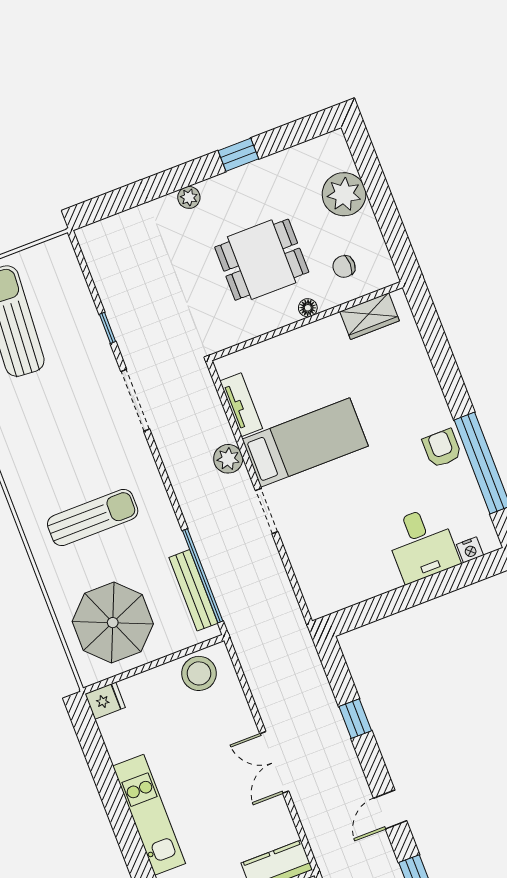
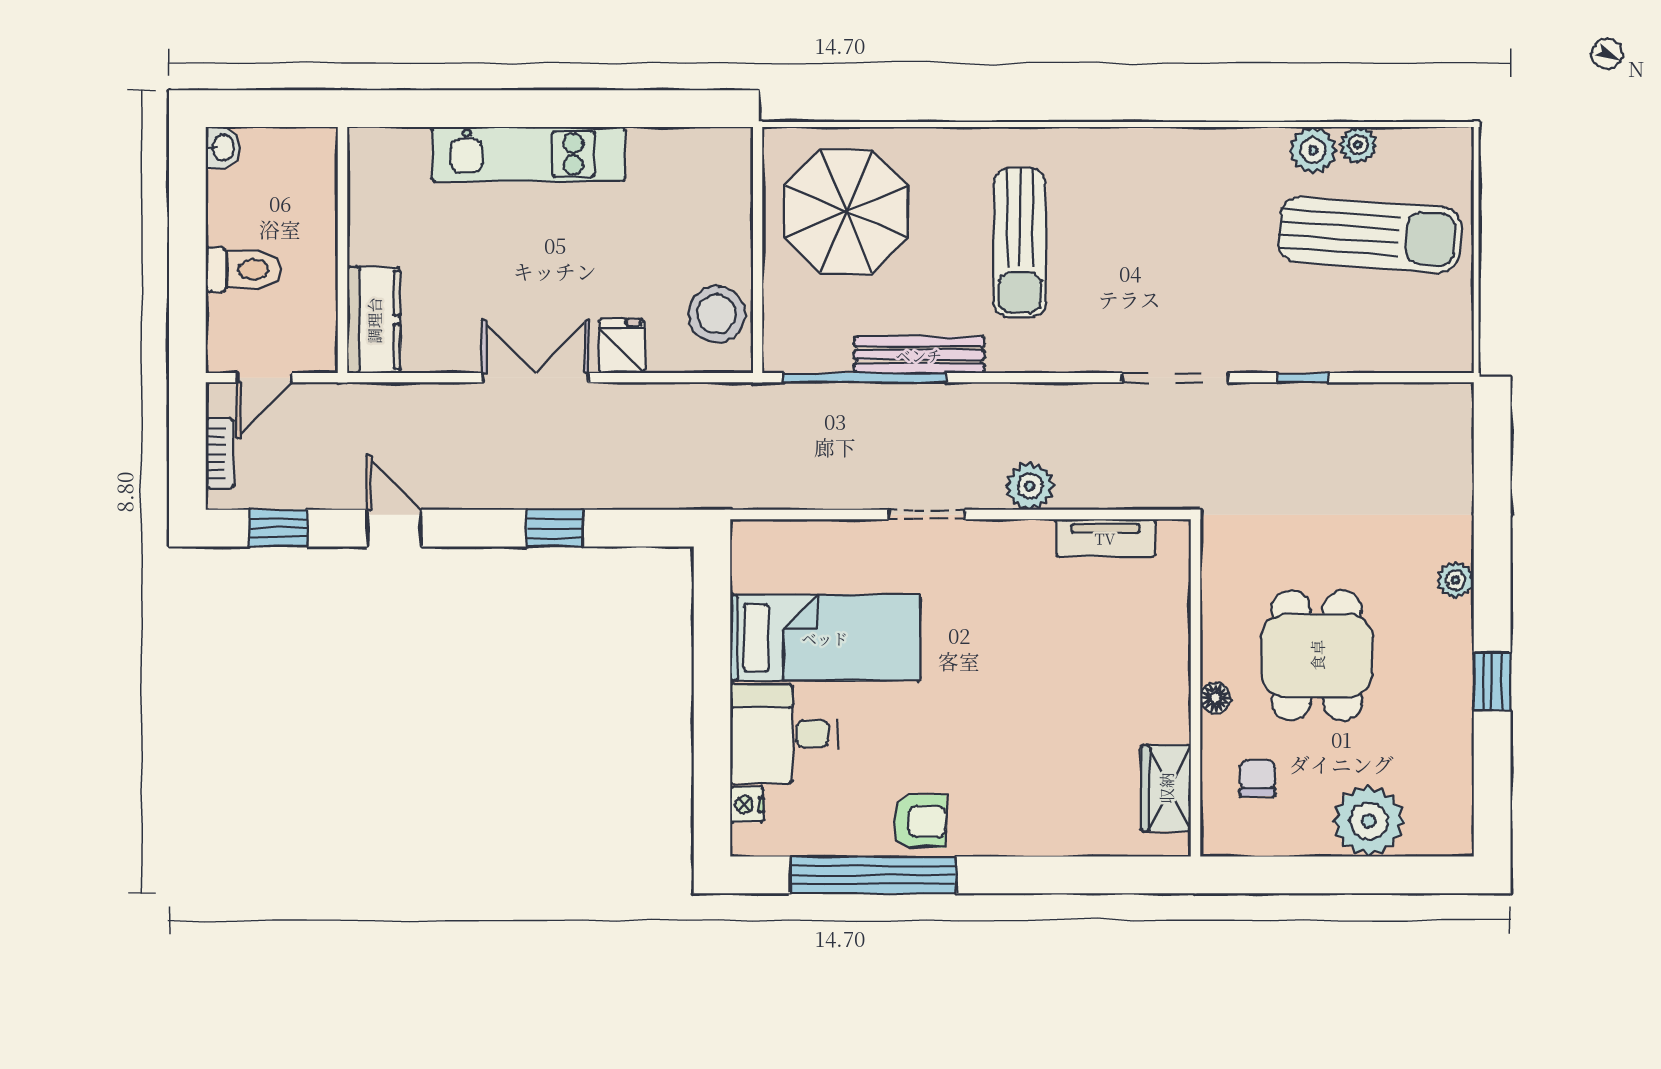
bed: (305, 443) -> (825, 638), moved, turned -90
bench: (193, 590) -> (919, 355), moved
fridge: (105, 701) -> (622, 346), moved, turned 180

